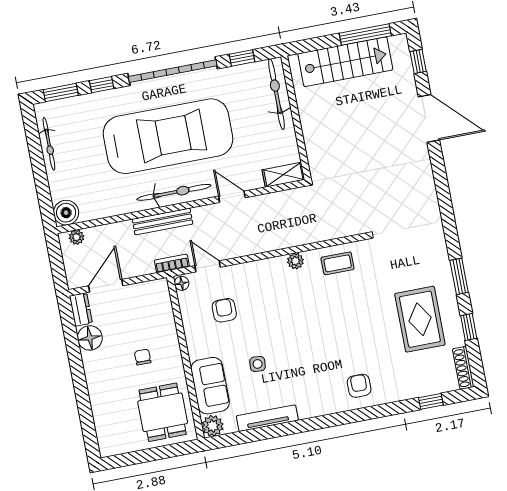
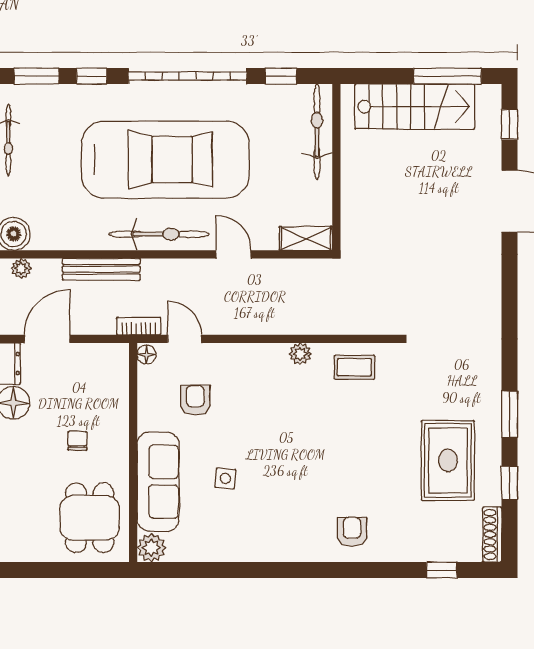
bench: (162, 221) -> (101, 269), moved
sofa: (210, 386) -> (158, 482), width x1.36
tv unit: (267, 418) -> (224, 551), removed

